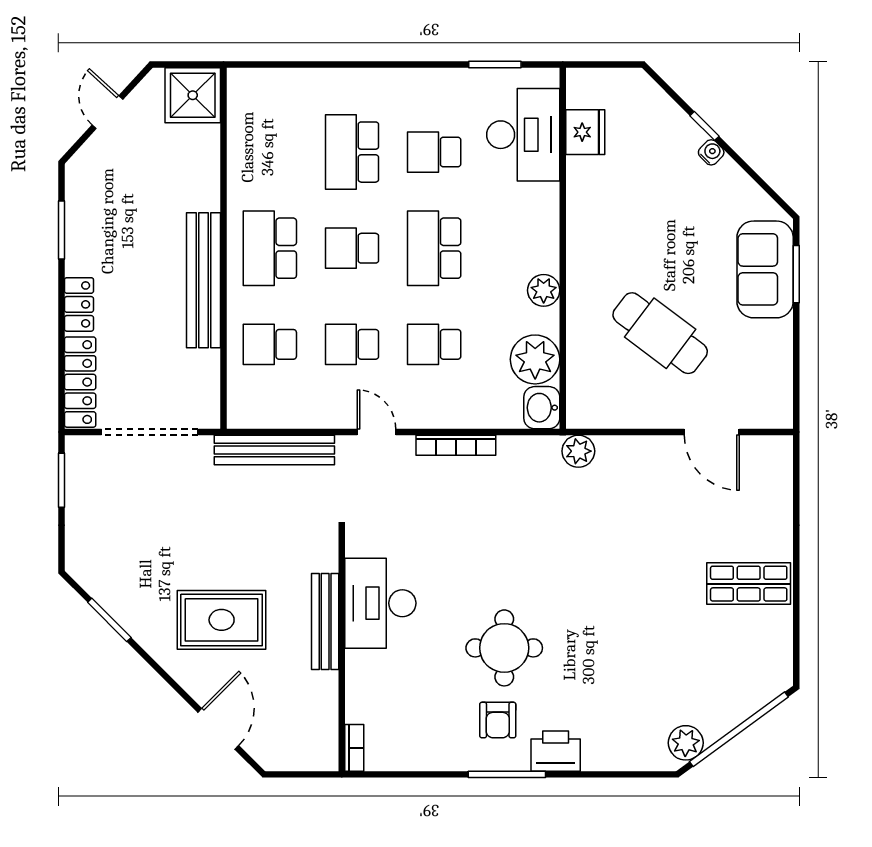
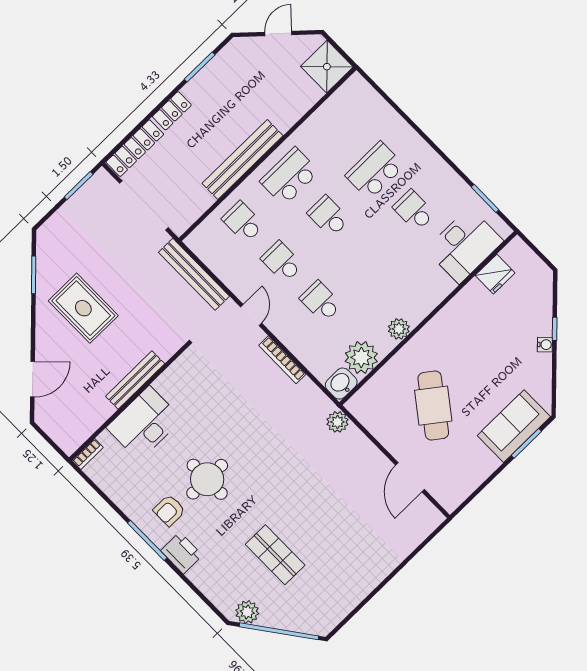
school desk: (434, 248) -> (367, 256), removed
shop shelf: (749, 584) -> (275, 555), moved
desk: (380, 603) -> (144, 423), moved
rug: (222, 620) -> (83, 308), moved

